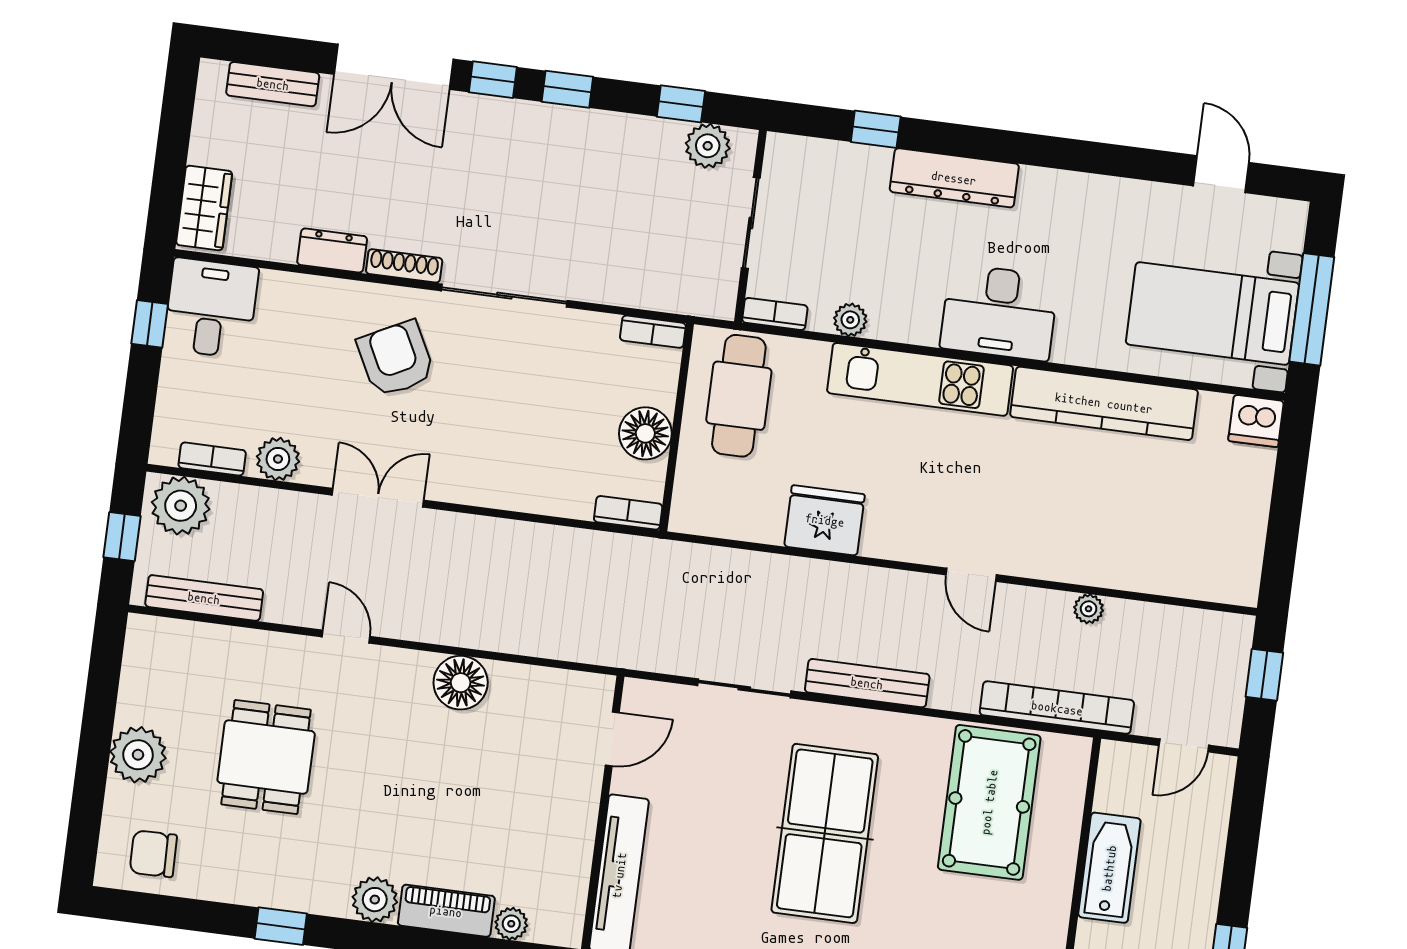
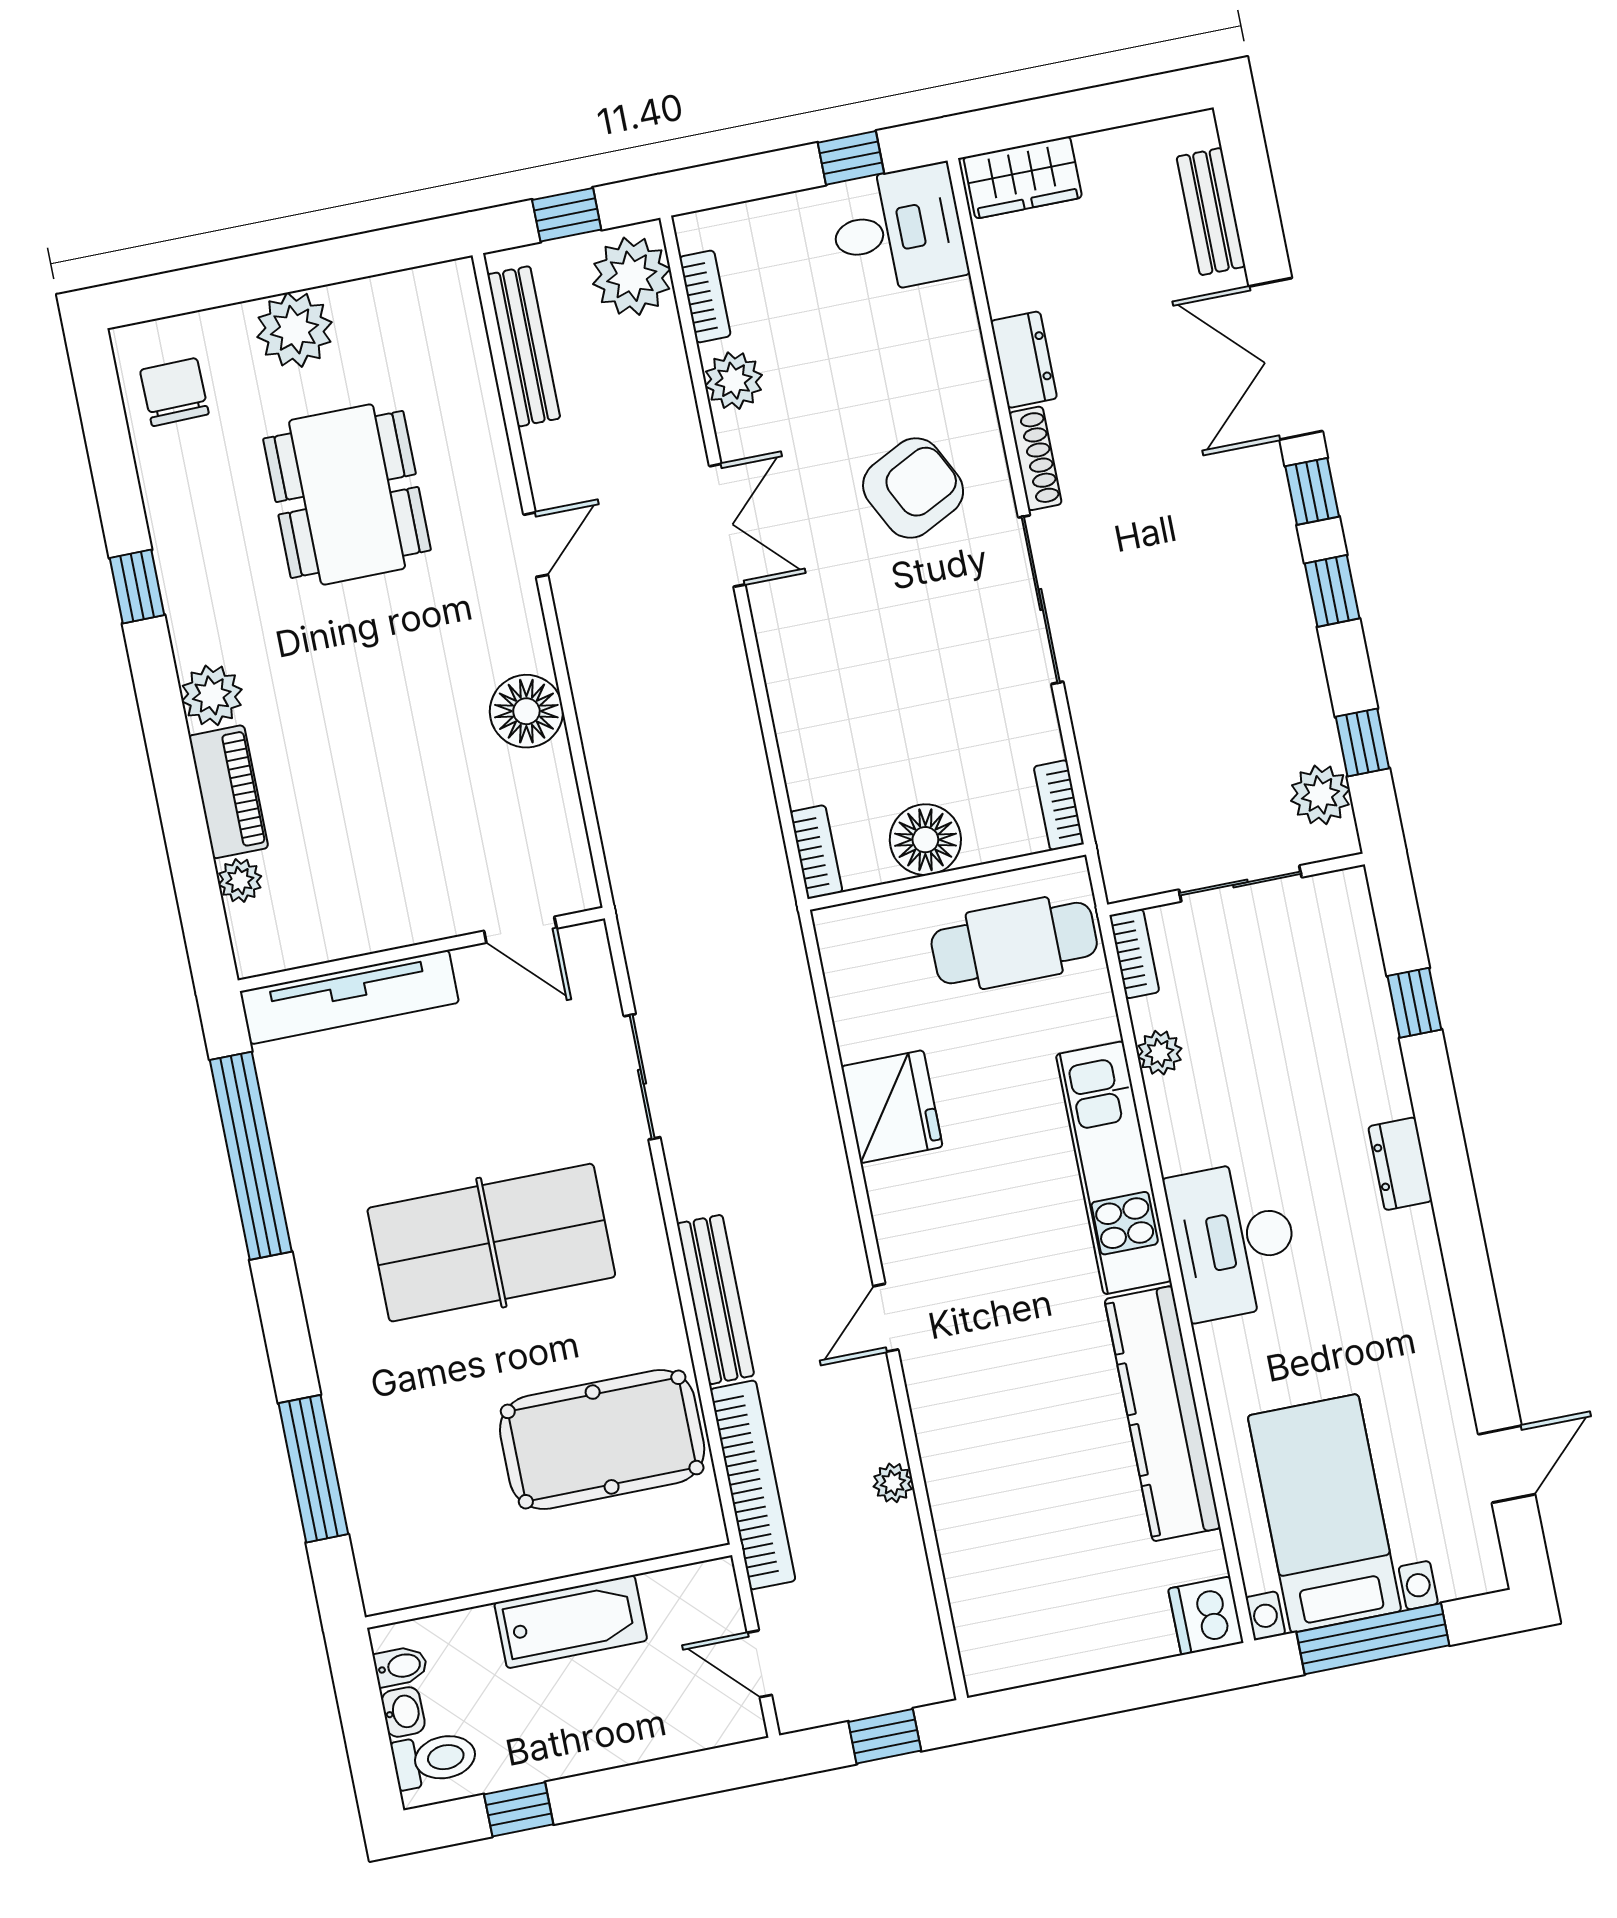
dresser: (954, 178) -> (1400, 1164), width x0.51, depth x0.80
bench: (867, 683) -> (716, 1300), moved
dining table: (266, 757) -> (347, 494), width x1.38

